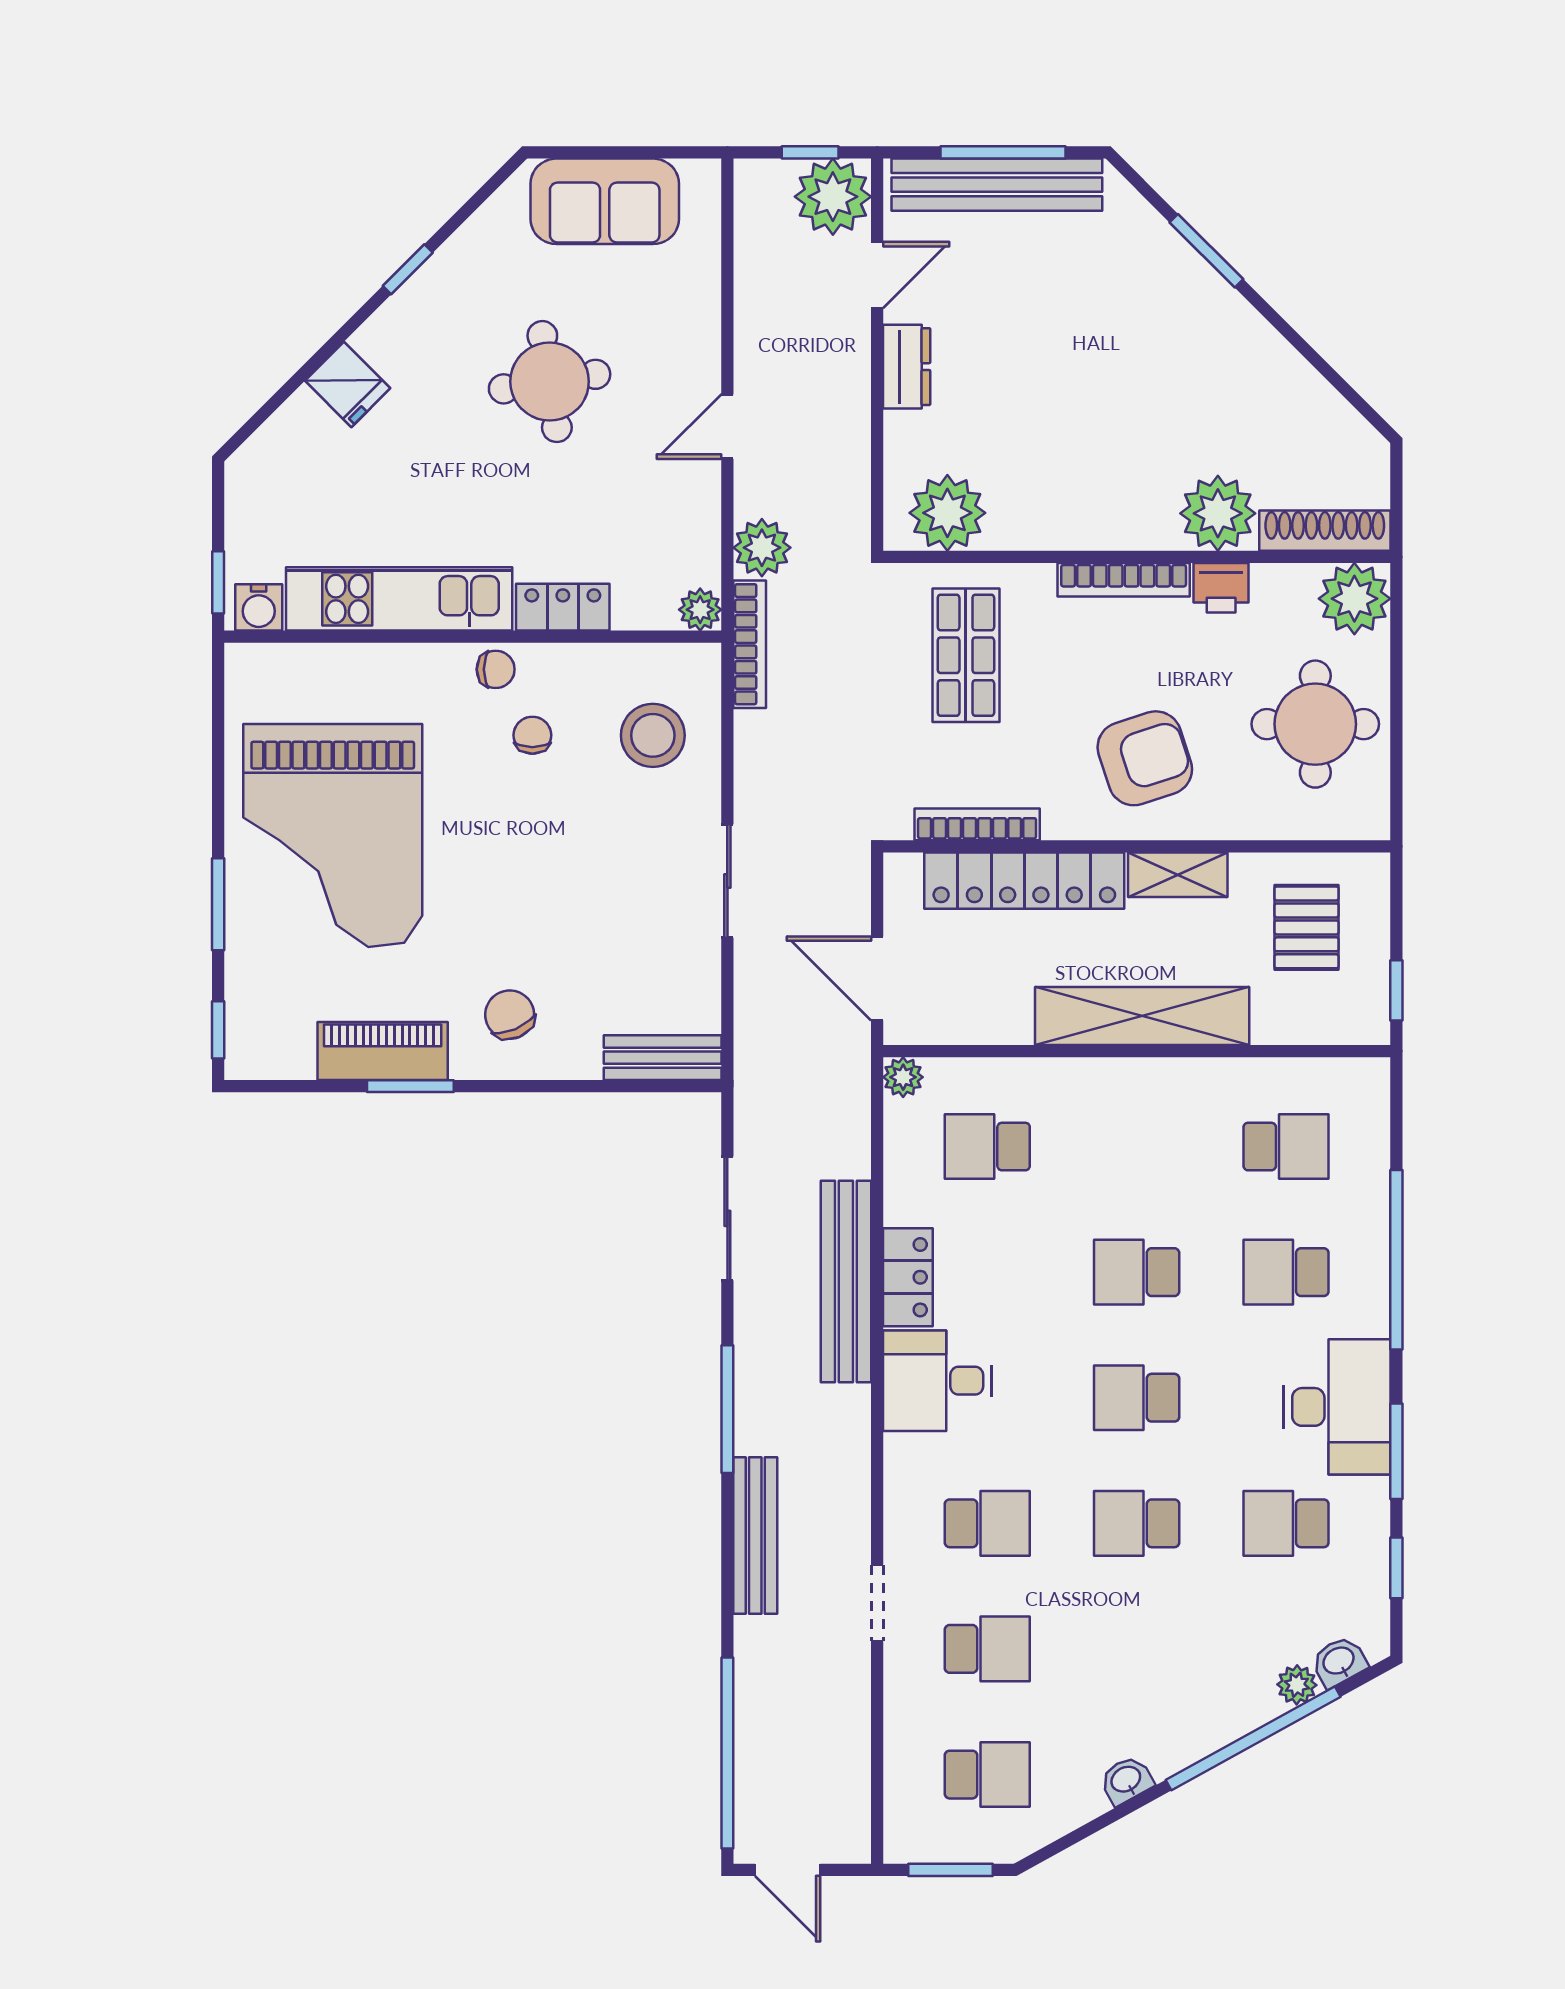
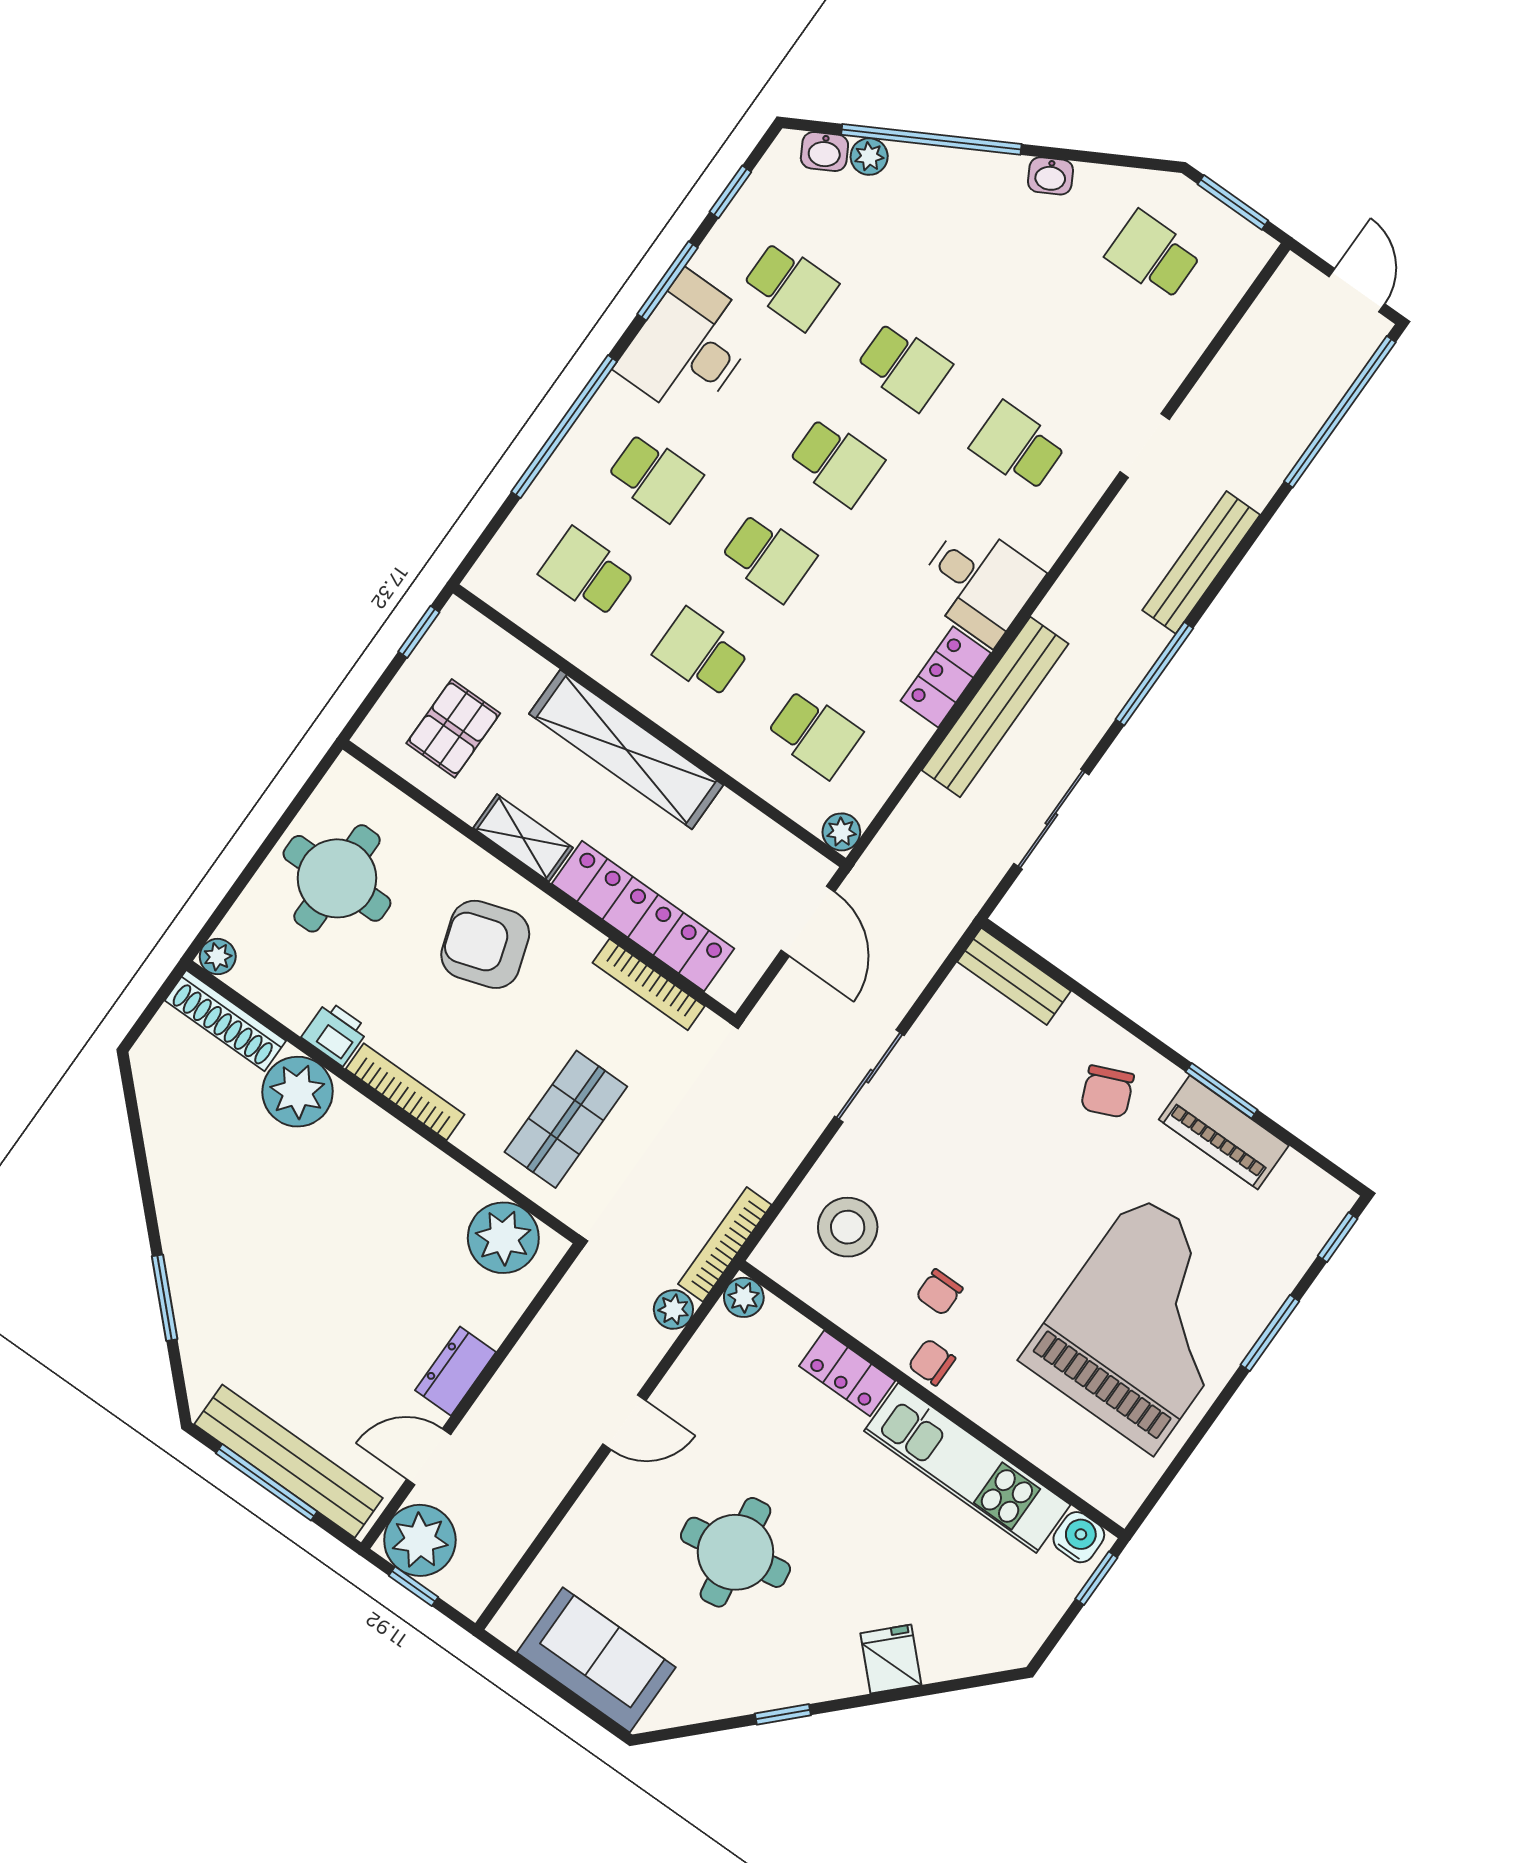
plant: (762, 548) -> (673, 1310), width x0.73, depth x0.73
plant: (1354, 599) -> (218, 957), width x0.53, depth x0.53
school desk: (987, 1649) -> (701, 653), moved

